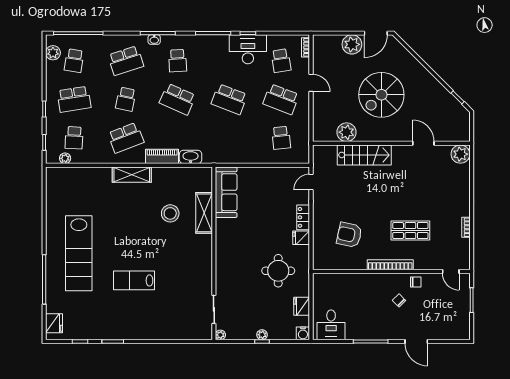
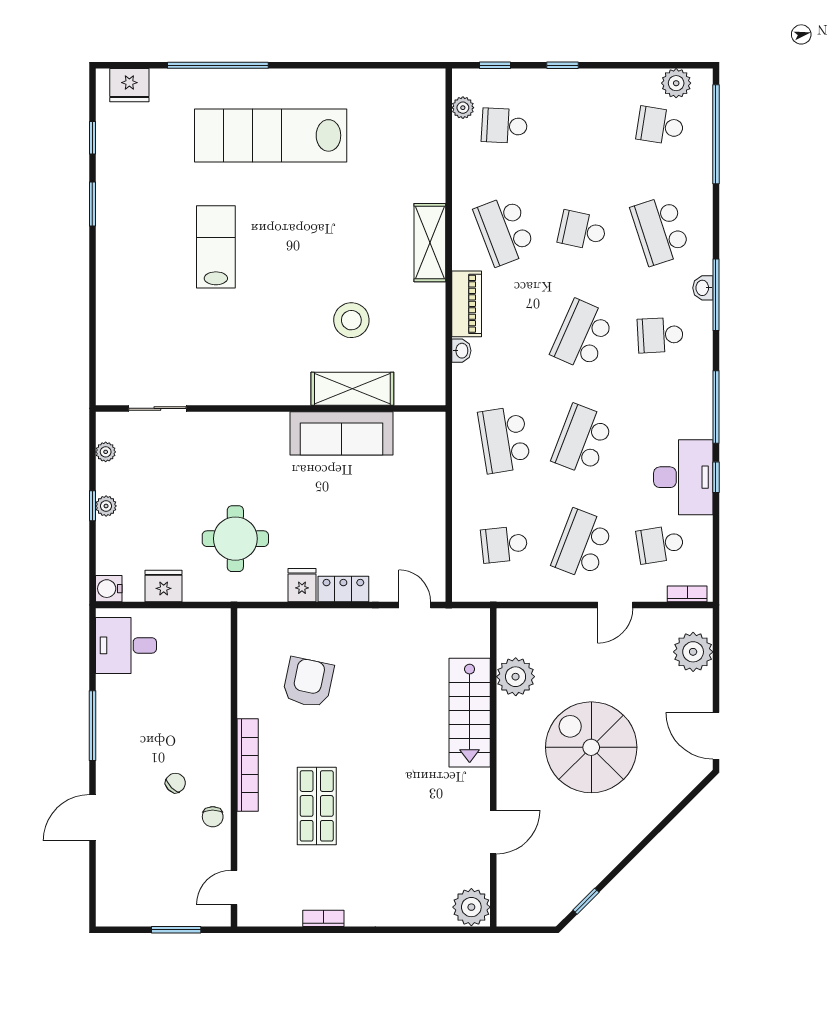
plant: (352, 44) -> (693, 652), moved
school desk: (74, 99) -> (504, 440), moved
washbasin: (191, 157) -> (461, 351), width x0.52, depth x0.69
sofa: (226, 192) -> (341, 433), moved
plant: (220, 335) -> (106, 452), moved

